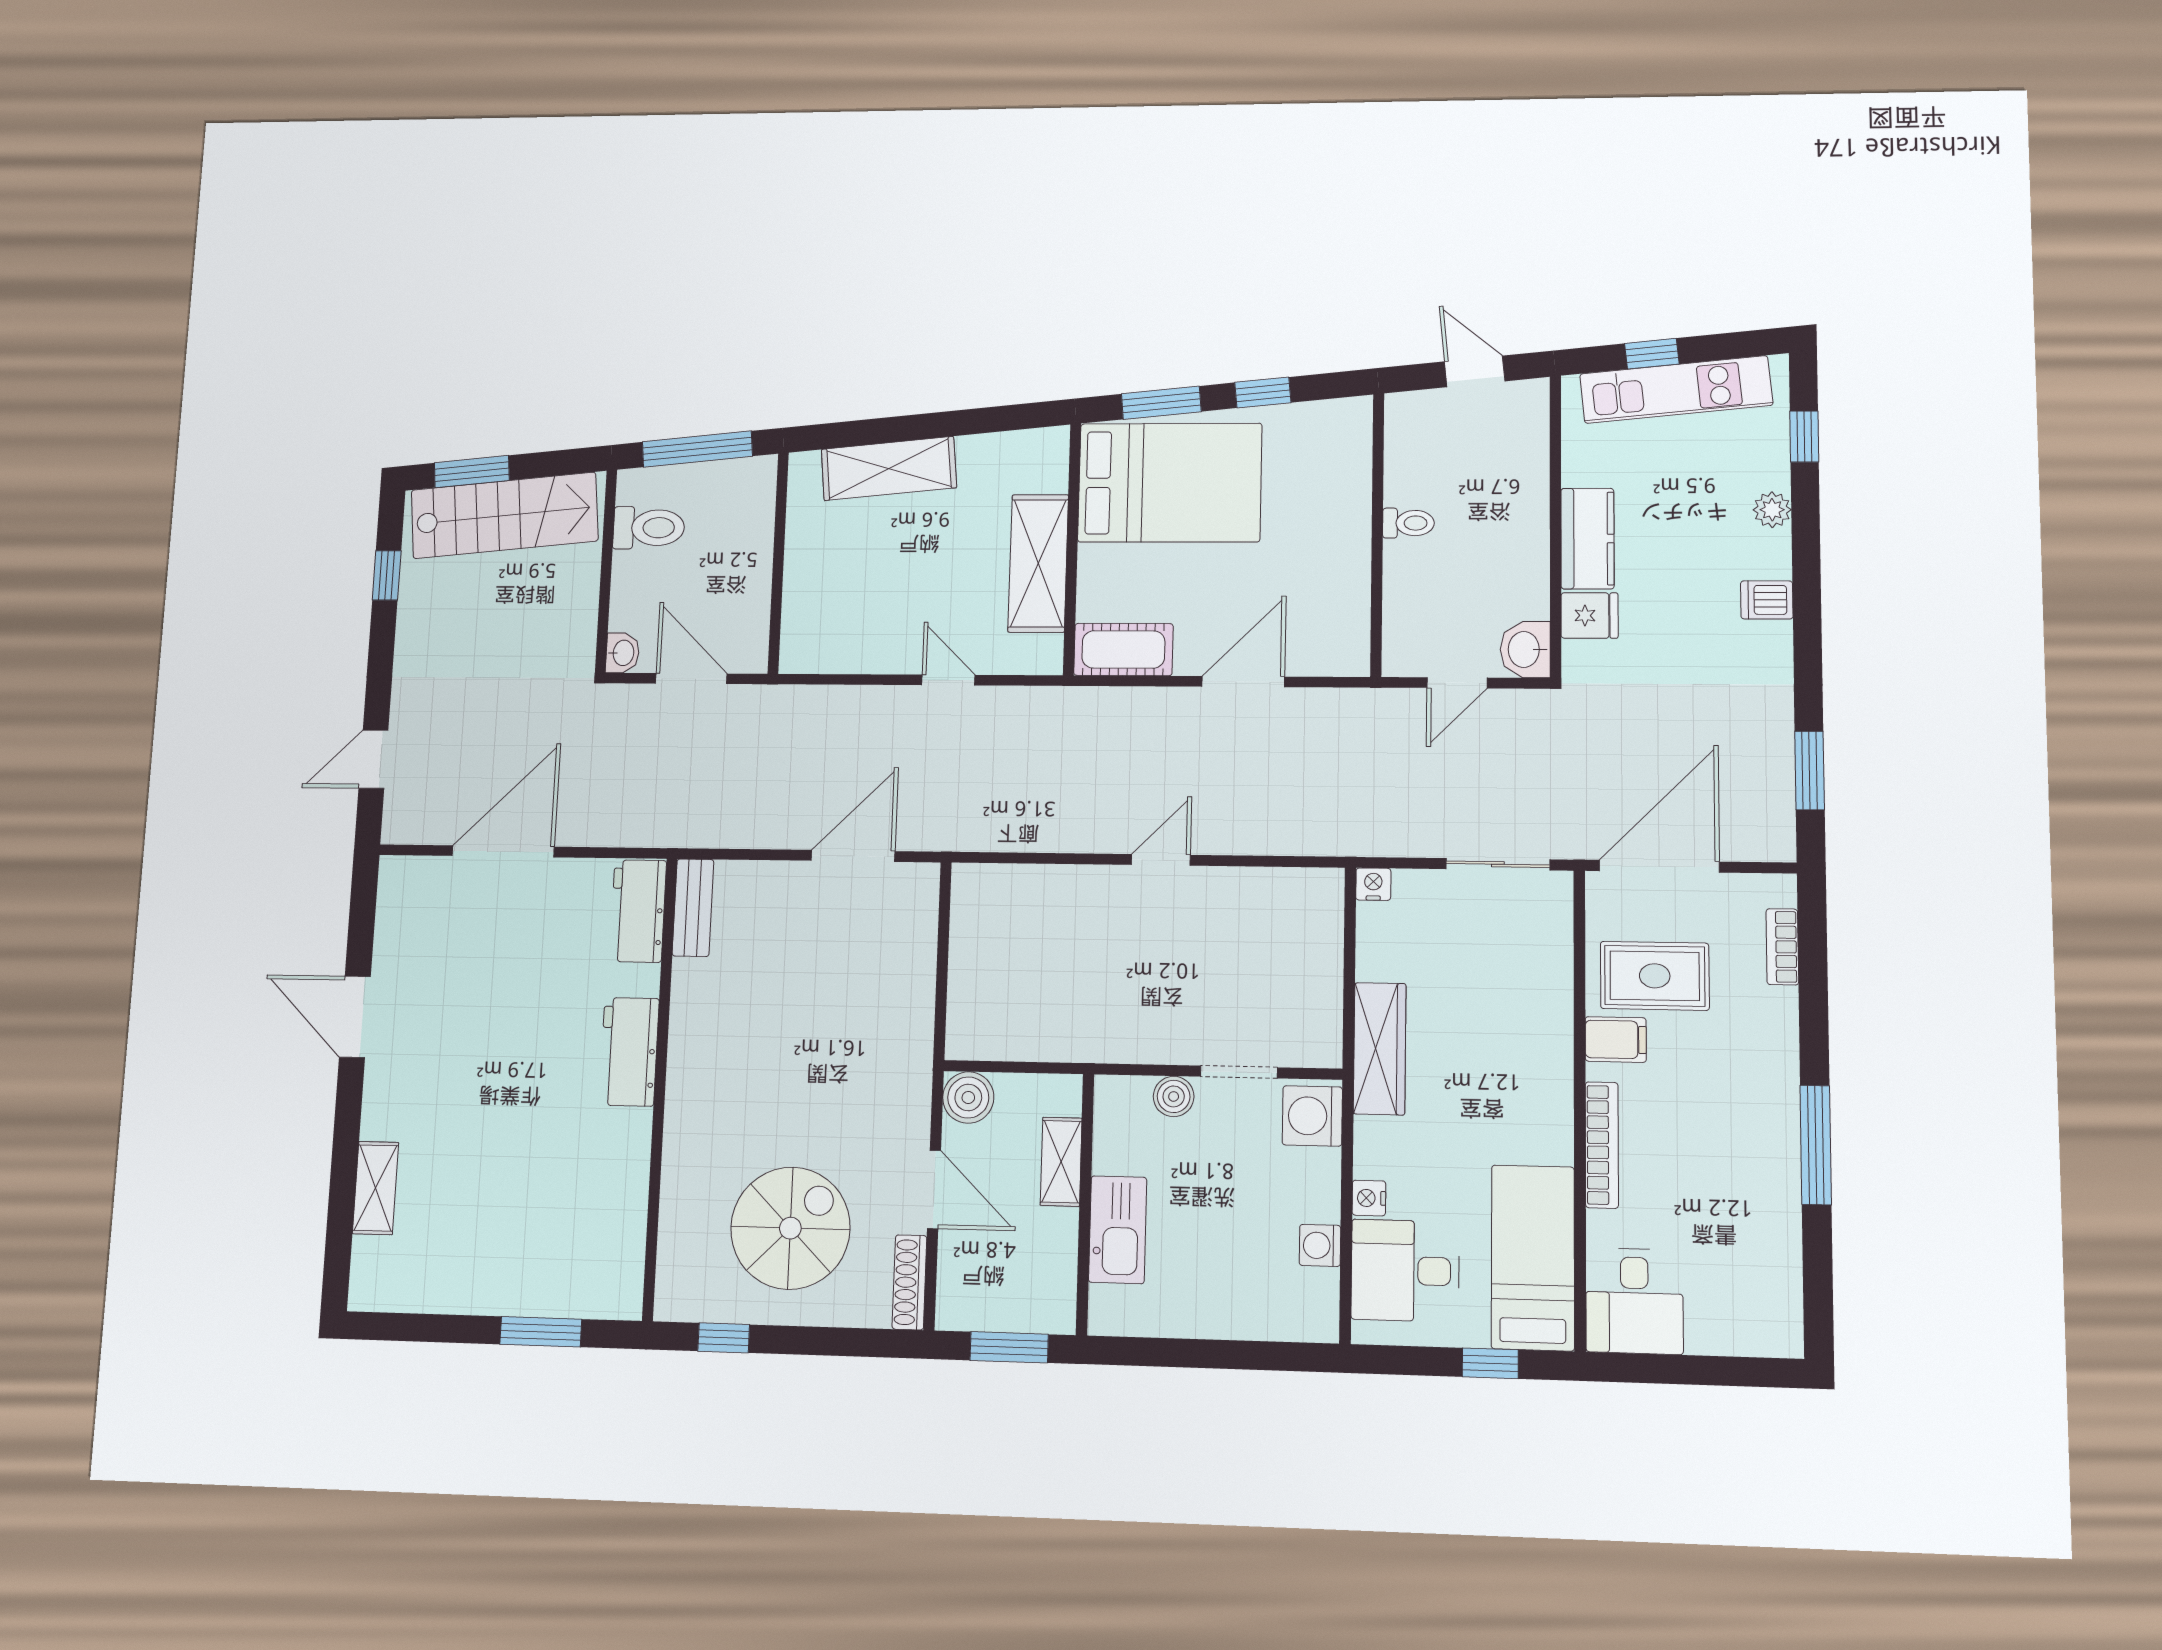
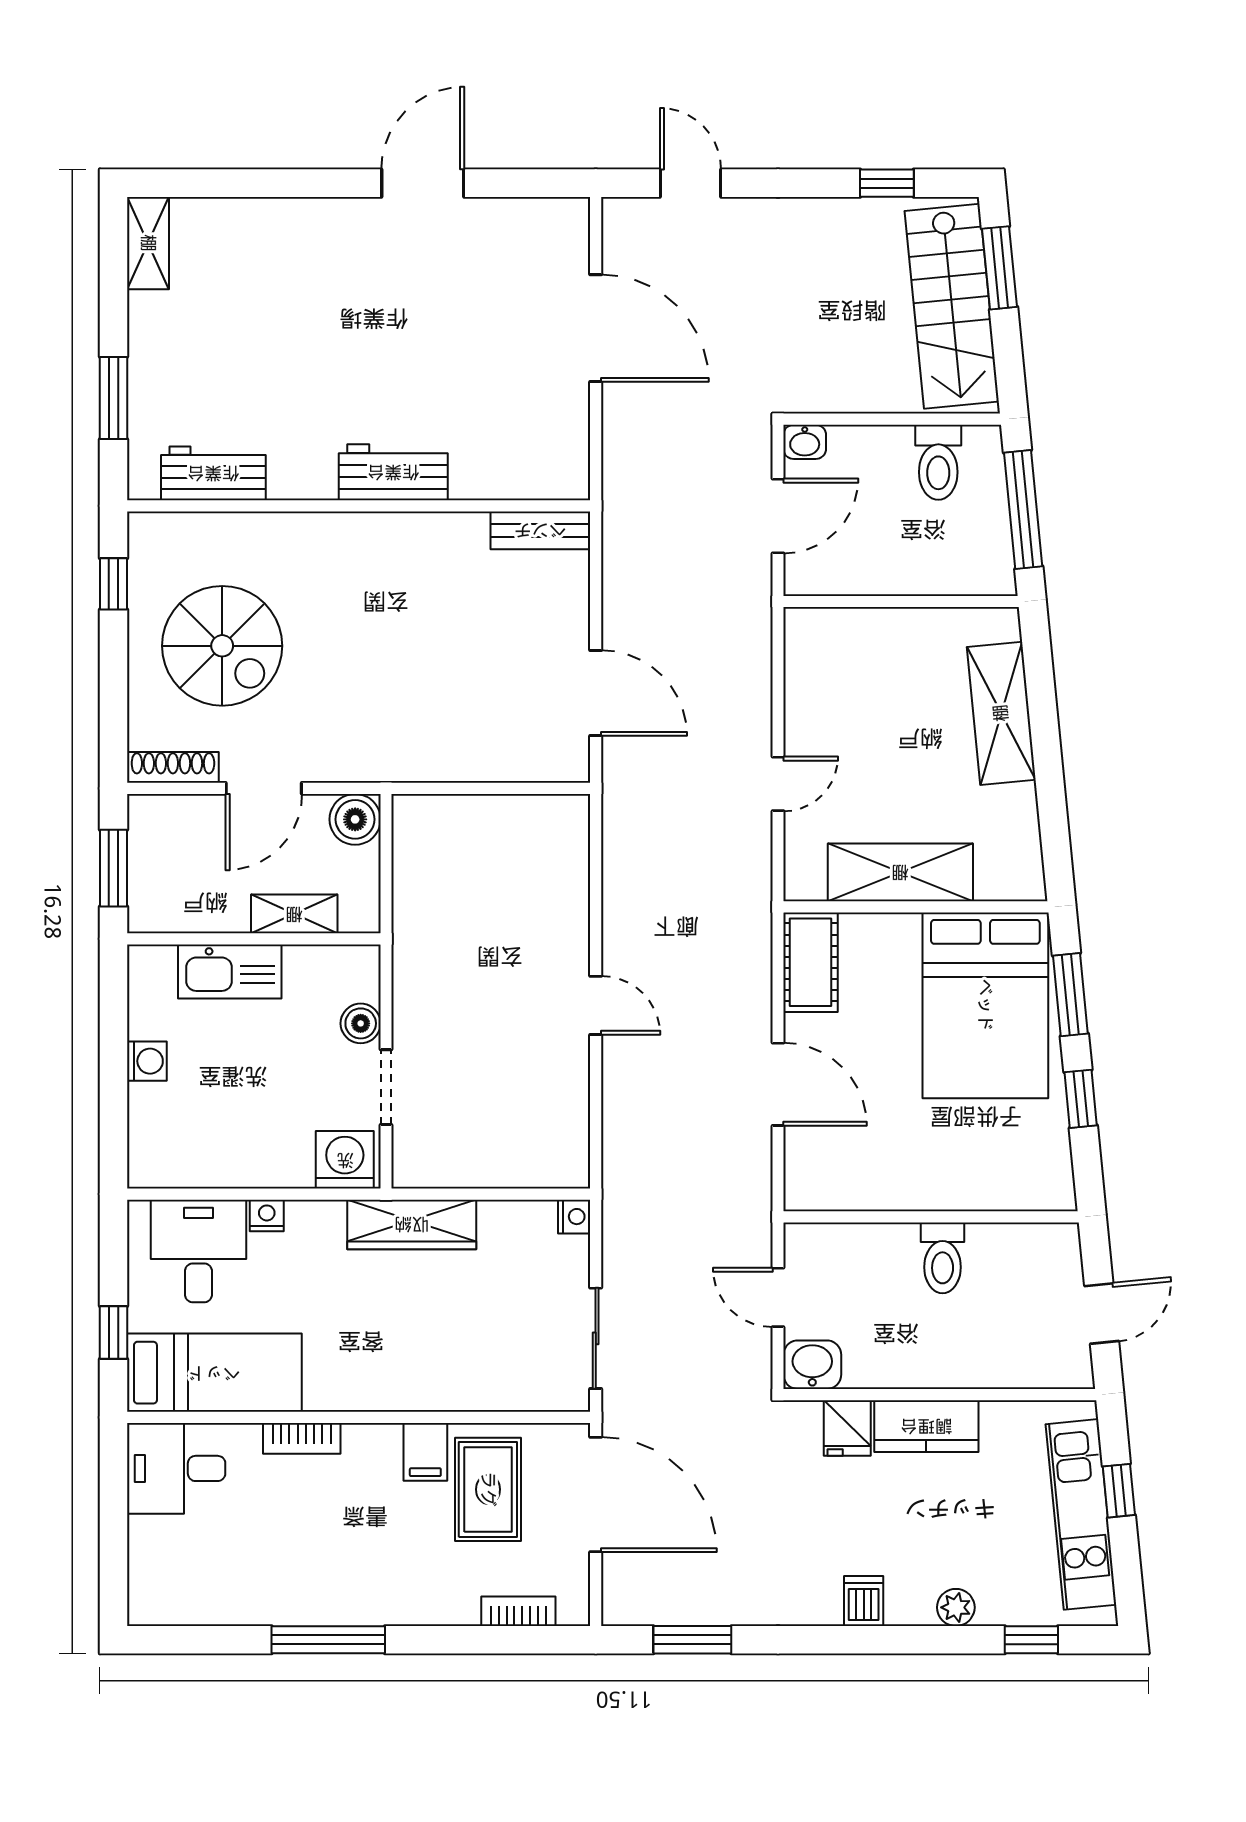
toilet: (1408, 523) -> (943, 1258), width x1.37, depth x1.39
workbench: (638, 911) -> (213, 473), moved
bookcase: (1602, 1145) -> (302, 1438), width x0.64
shelving: (376, 1188) -> (148, 243), moved, turned 90
washing machine: (1320, 1245) -> (147, 1061), moved, turned 90

